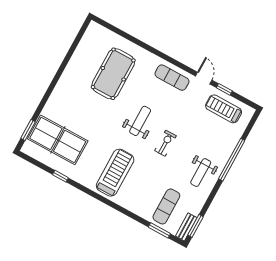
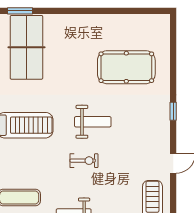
exercise mat: (172, 78) -> (156, 130), removed
window: (224, 89) -> (173, 111), moved

